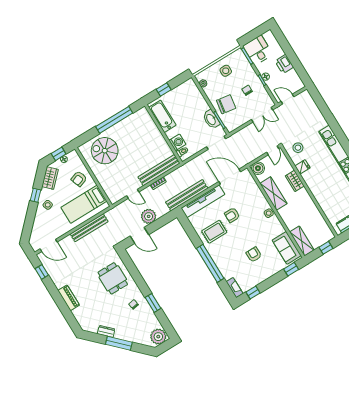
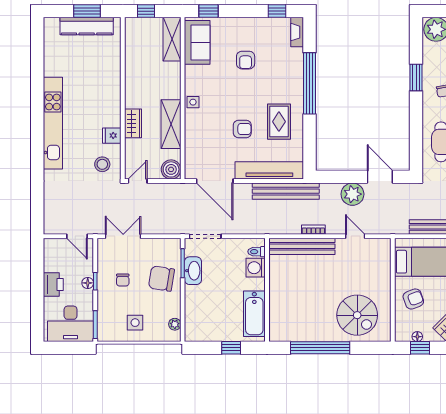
desk: (258, 50) -> (71, 324), width x1.37
rug: (214, 232) -> (279, 122), turned 90

